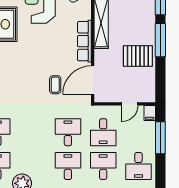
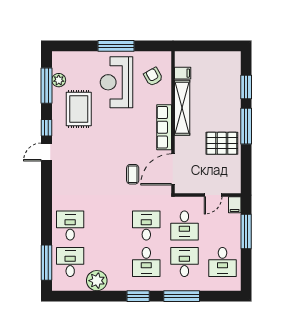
desk: (68, 166) -> (146, 262), turned 180

